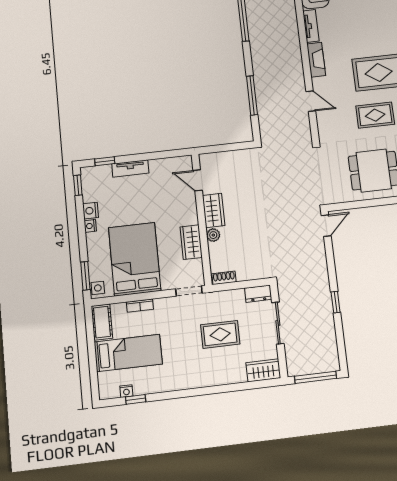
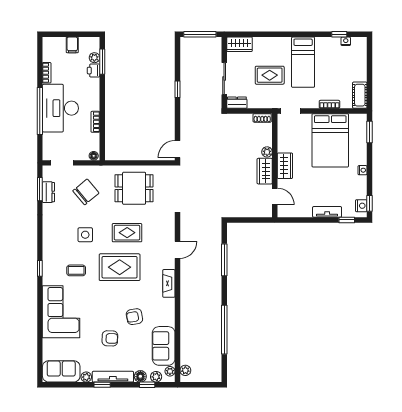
armchair: (353, 16) -> (134, 317), added
tv unit: (311, 26) -> (170, 312), removed
door: (311, 101) -> (177, 250), swing flipped
nightstand: (91, 211) -> (361, 206), moved
wardrobe: (191, 242) -> (285, 166), moved
side table: (98, 288) -> (361, 121), removed
bed: (128, 353) -> (303, 62), moved, turned -90

